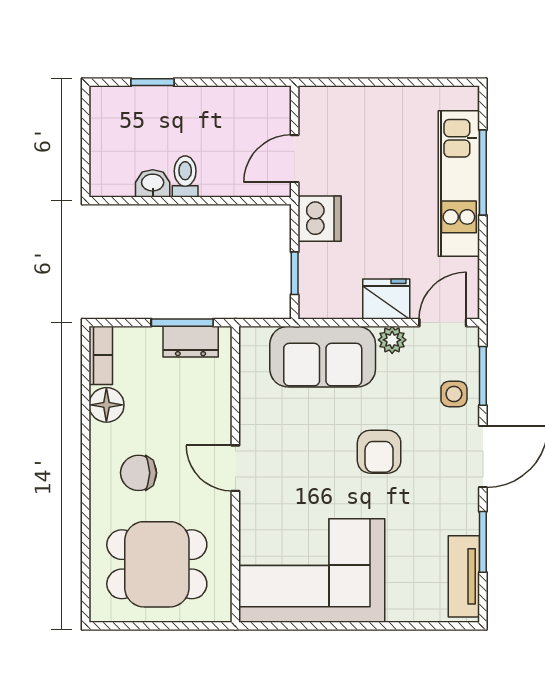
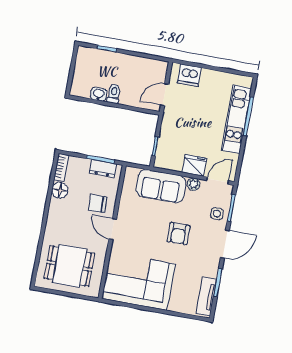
dishwasher: (320, 219) -> (189, 75), moved, turned 90
chair: (139, 473) -> (98, 204), moved

